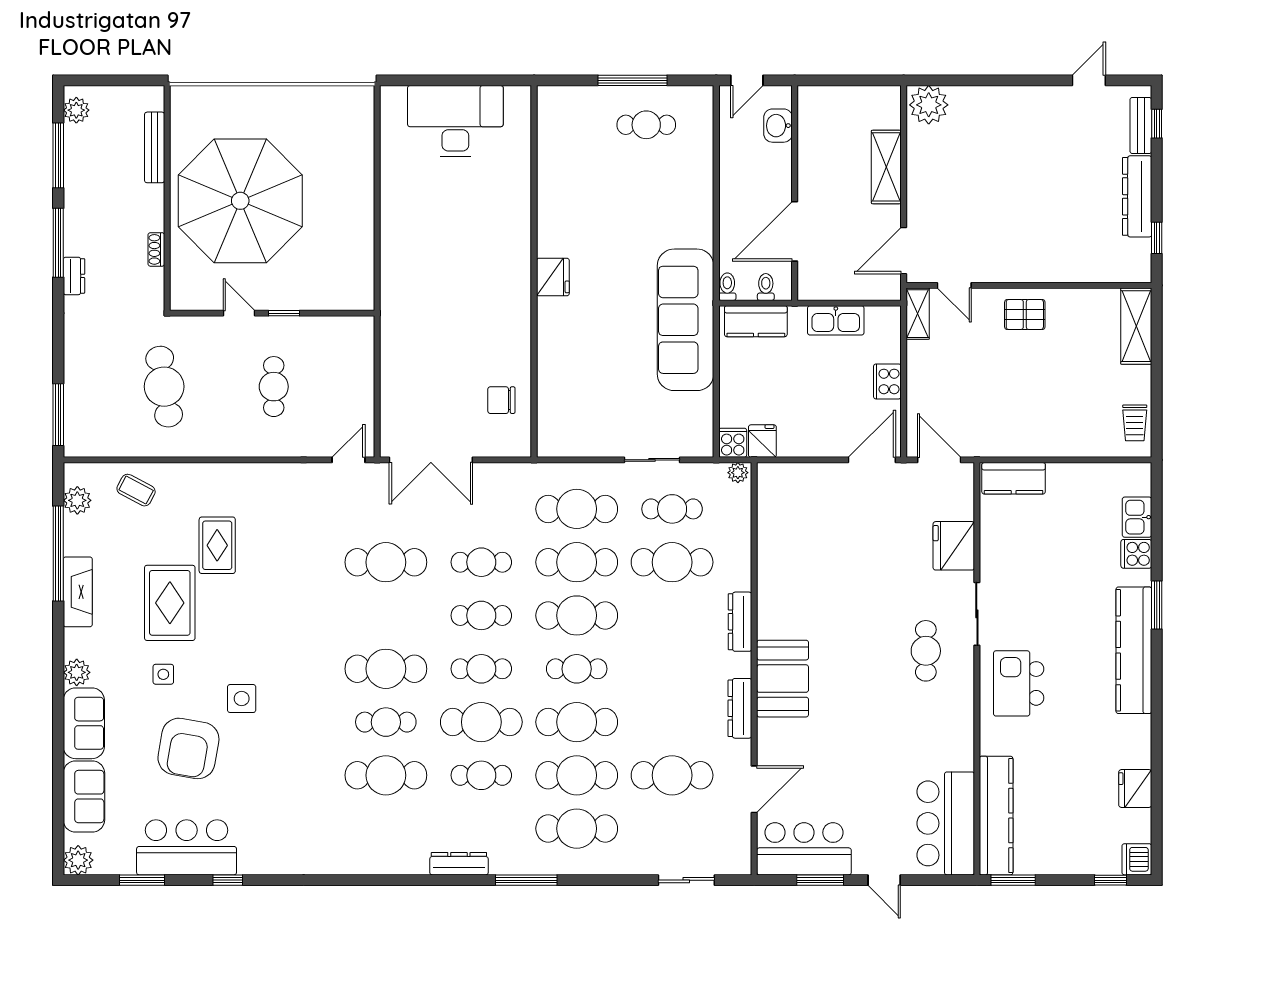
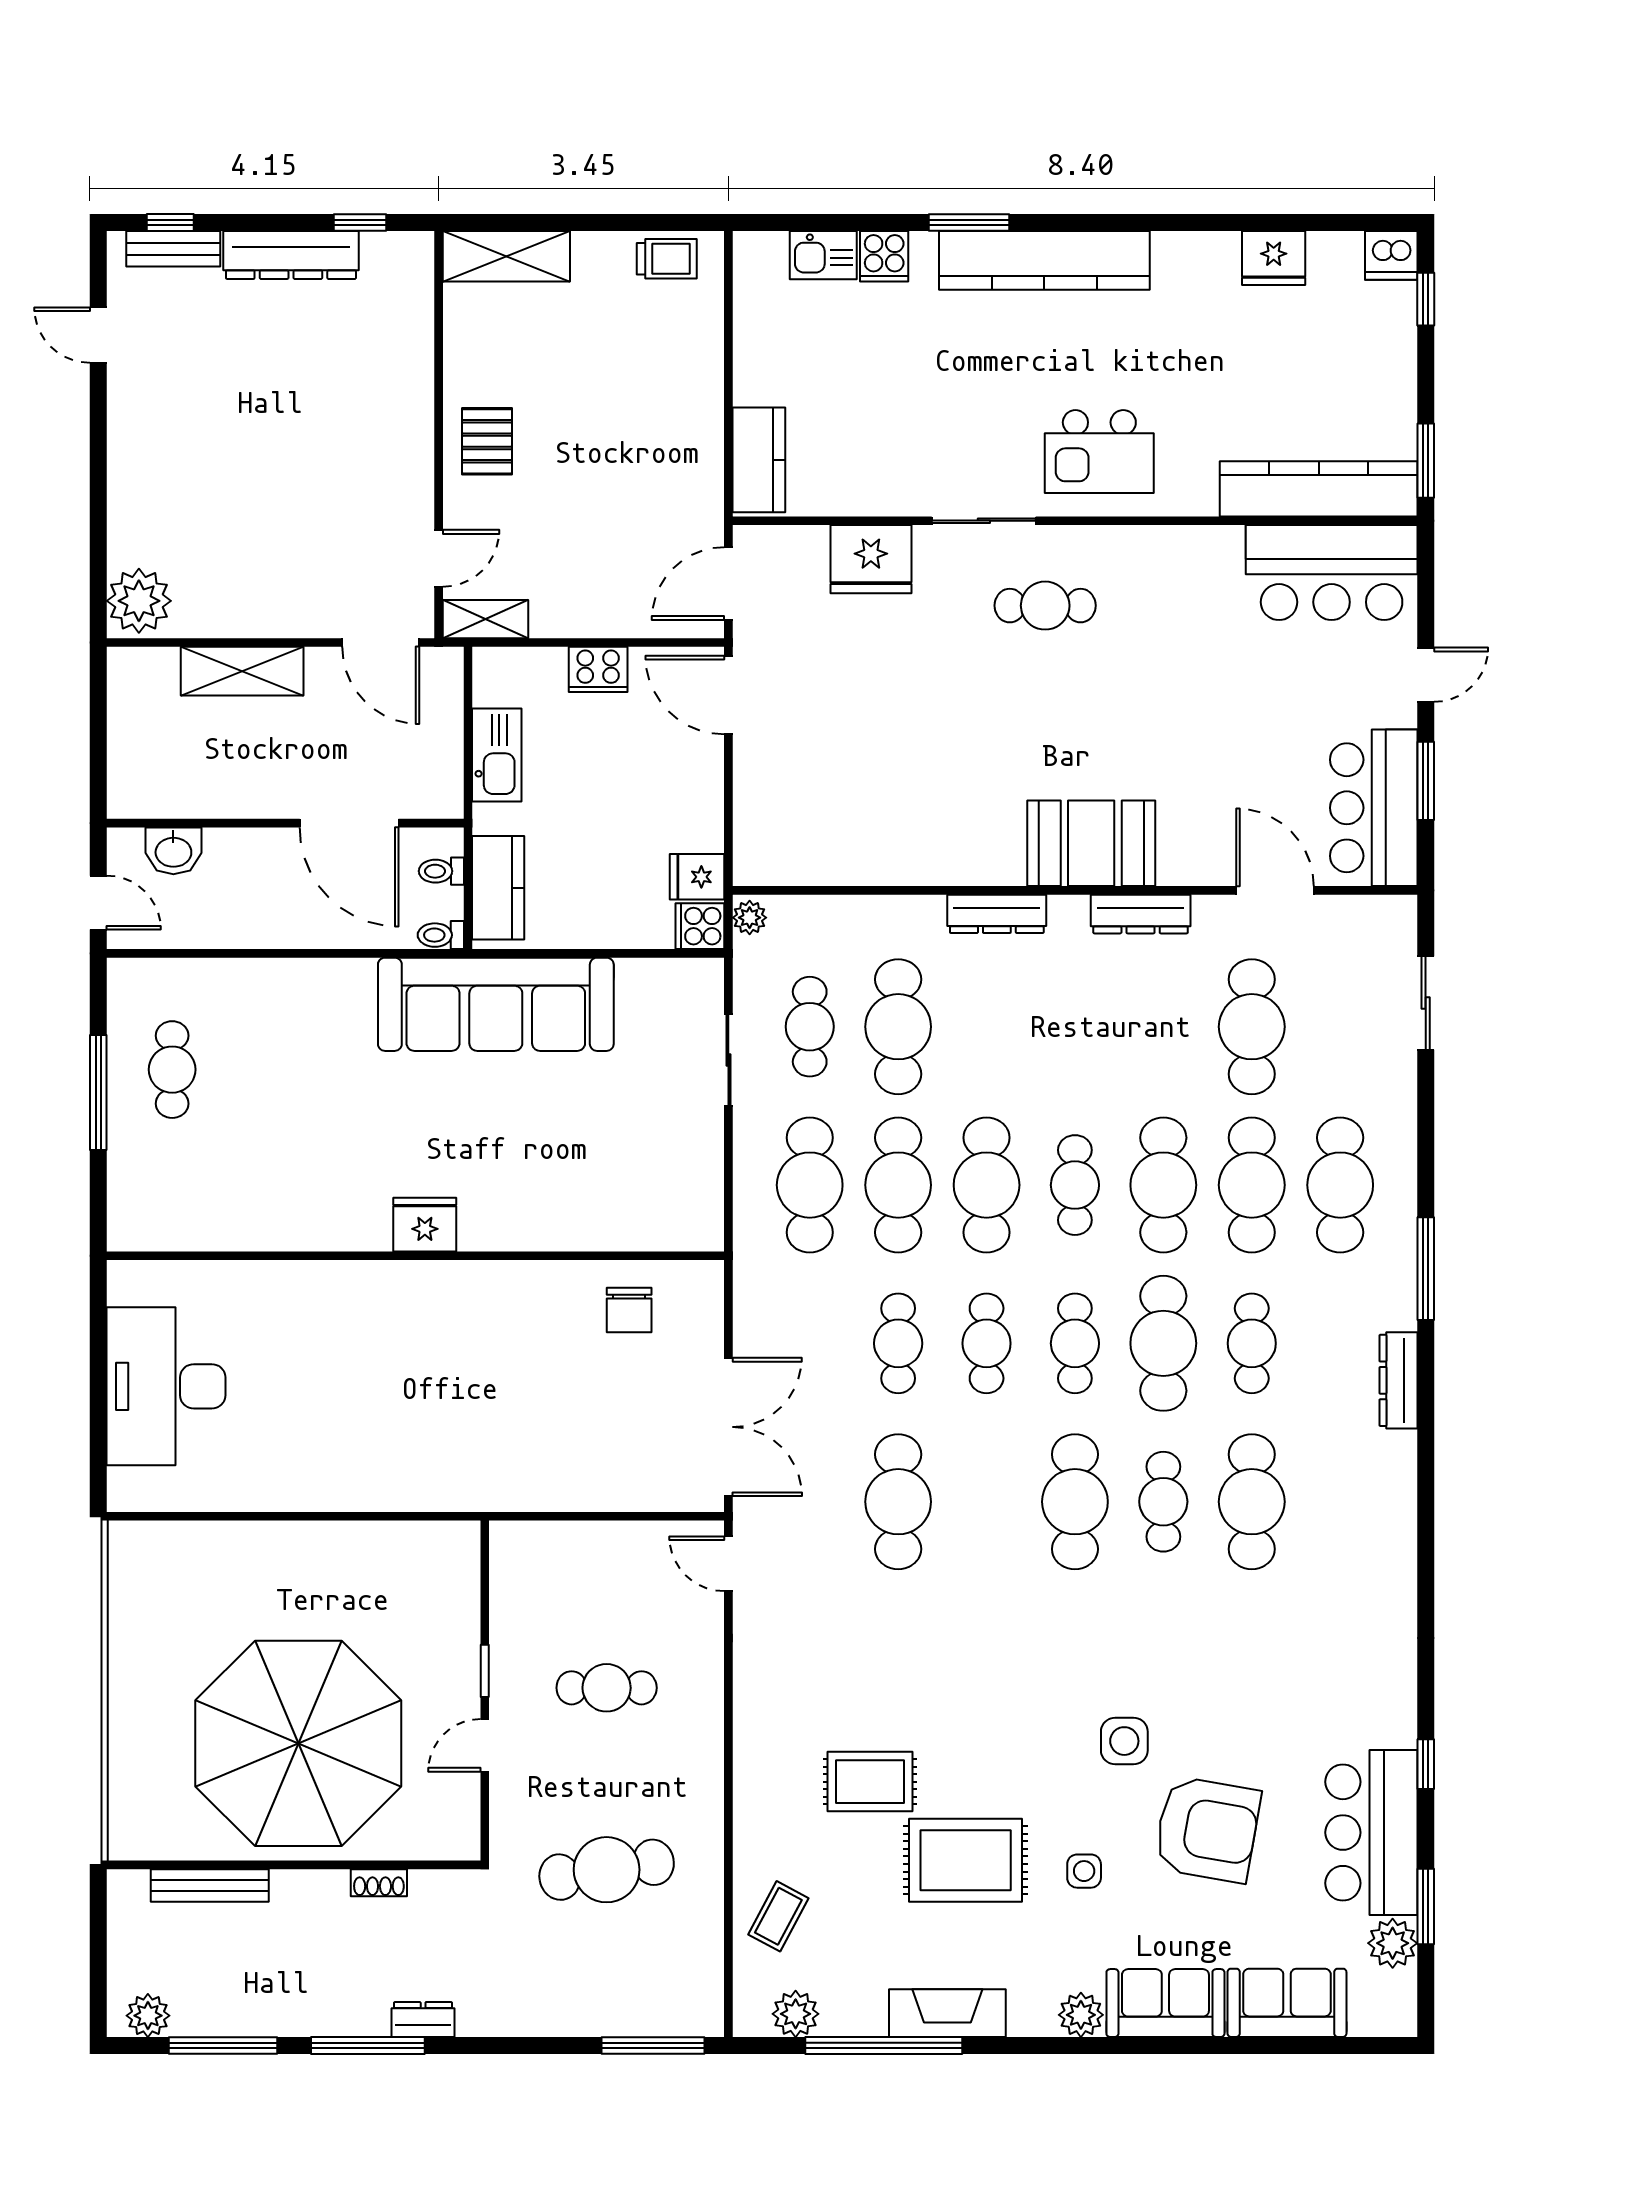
plant: (78, 860) -> (1393, 1943), moved

